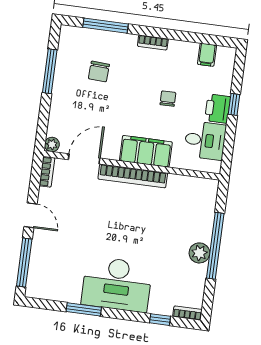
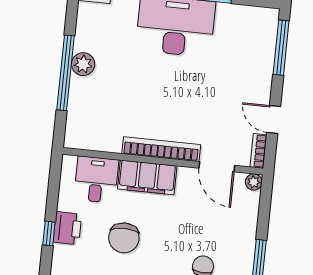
chair: (168, 99) -> (124, 238), width x1.87, depth x1.87
desk: (205, 140) -> (96, 180), moved, turned 90
door: (84, 159) -> (217, 167), hinge flipped
door: (31, 215) -> (274, 120), moved

